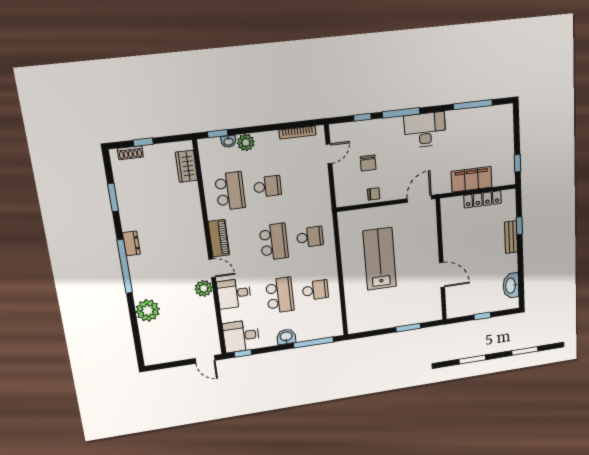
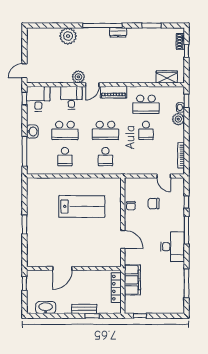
wall: (441, 260) -> (74, 268), moved
door: (442, 275) -> (62, 268), moved

